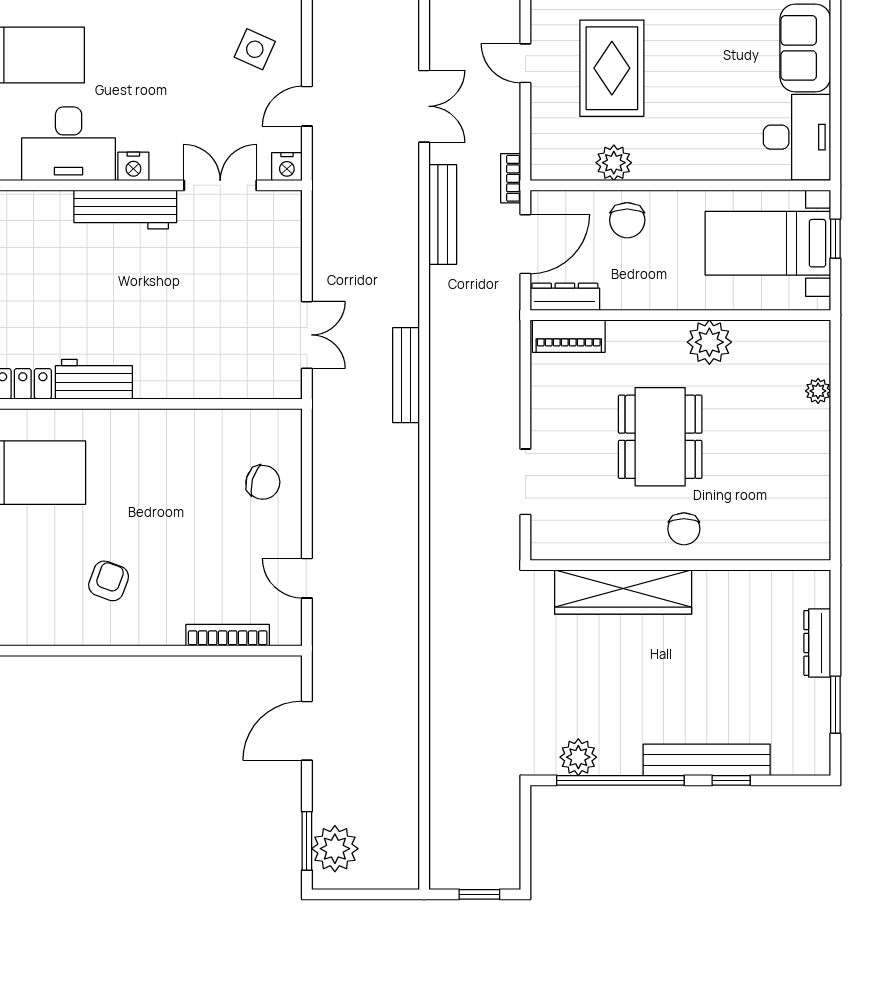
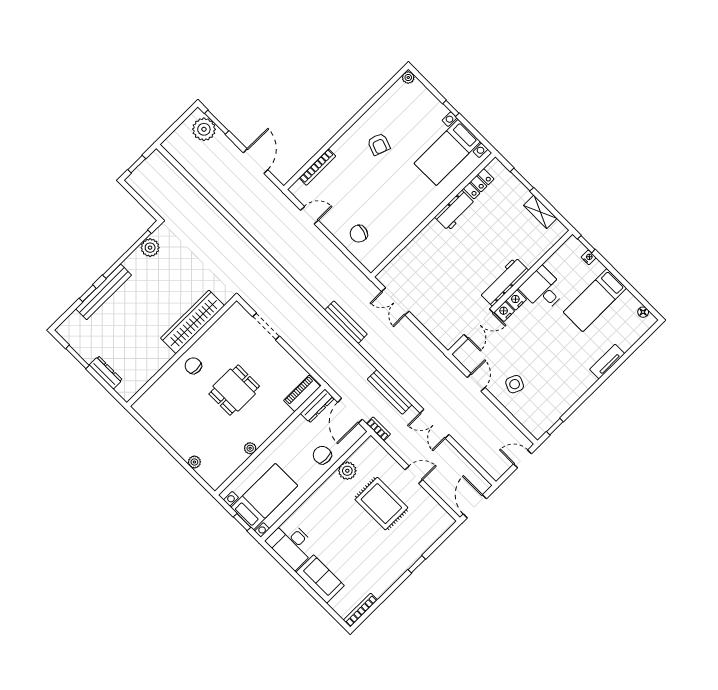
desk: (69, 144) -> (543, 289), width x0.73
nightstand: (287, 167) -> (504, 311), moved
plant: (709, 342) -> (250, 448), width x0.53, depth x0.53
dining table: (660, 437) -> (234, 390), width x0.73

